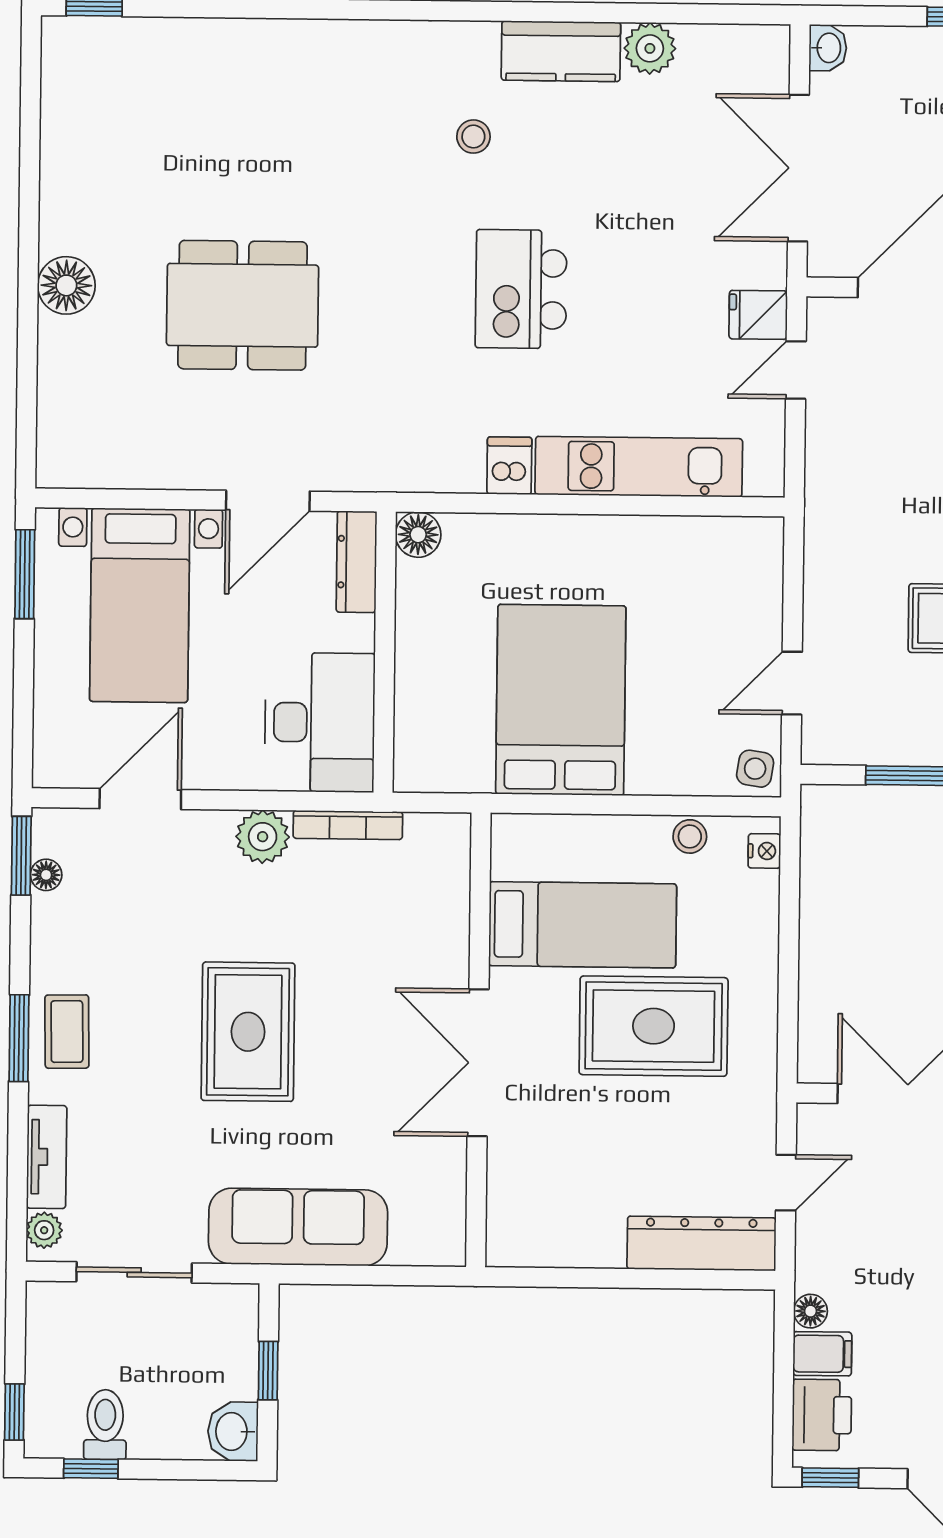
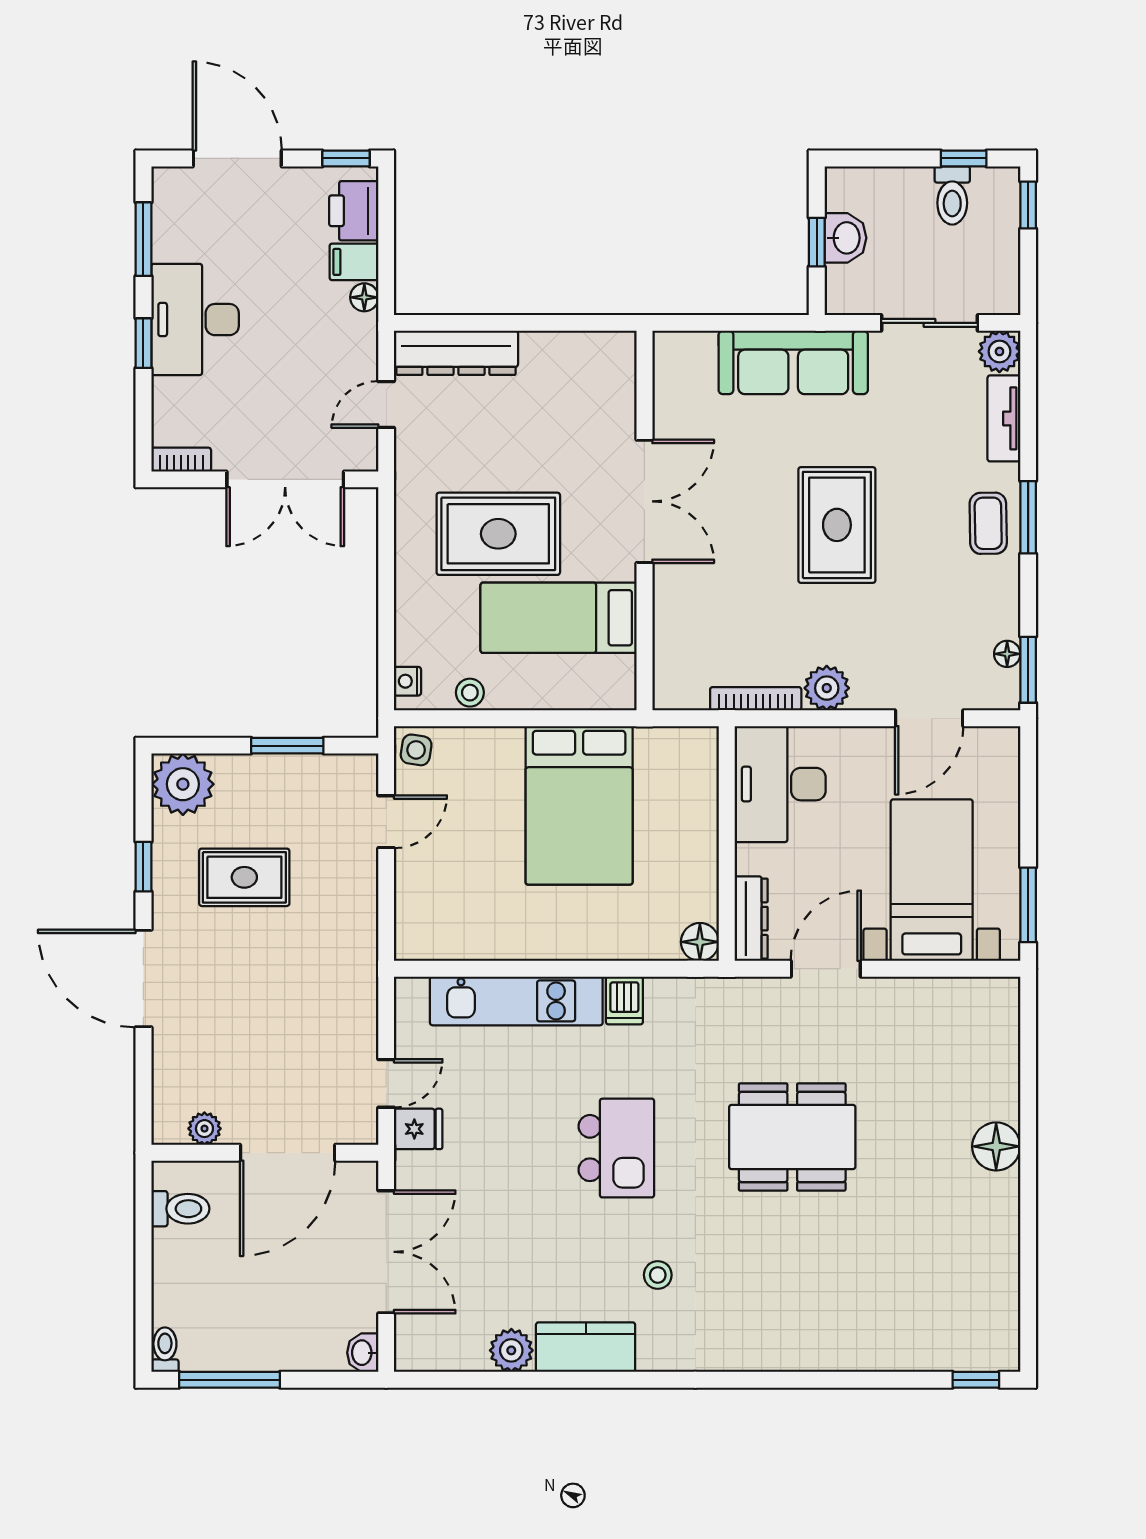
dining table: (243, 305) -> (792, 1137), moved
plant: (44, 1230) -> (999, 351), width x1.38, depth x1.38
washbasin: (233, 1432) -> (845, 238), moved

